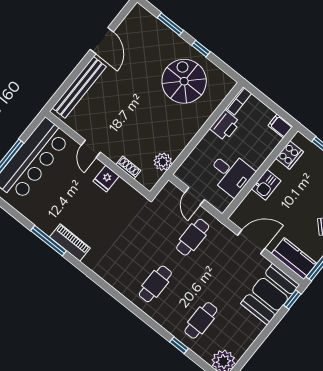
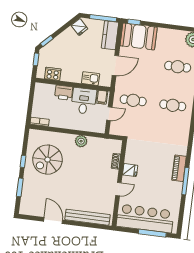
door: (102, 41) -> (53, 221), hinge flipped
printer: (225, 125) -> (64, 93), moved, turned 180
filing cabinet: (280, 126) -> (102, 97), moved
plant: (163, 162) -> (81, 141), moved
kitchen sink: (266, 185) -> (91, 79), moved
door: (251, 242) -> (115, 65), swing flipped

